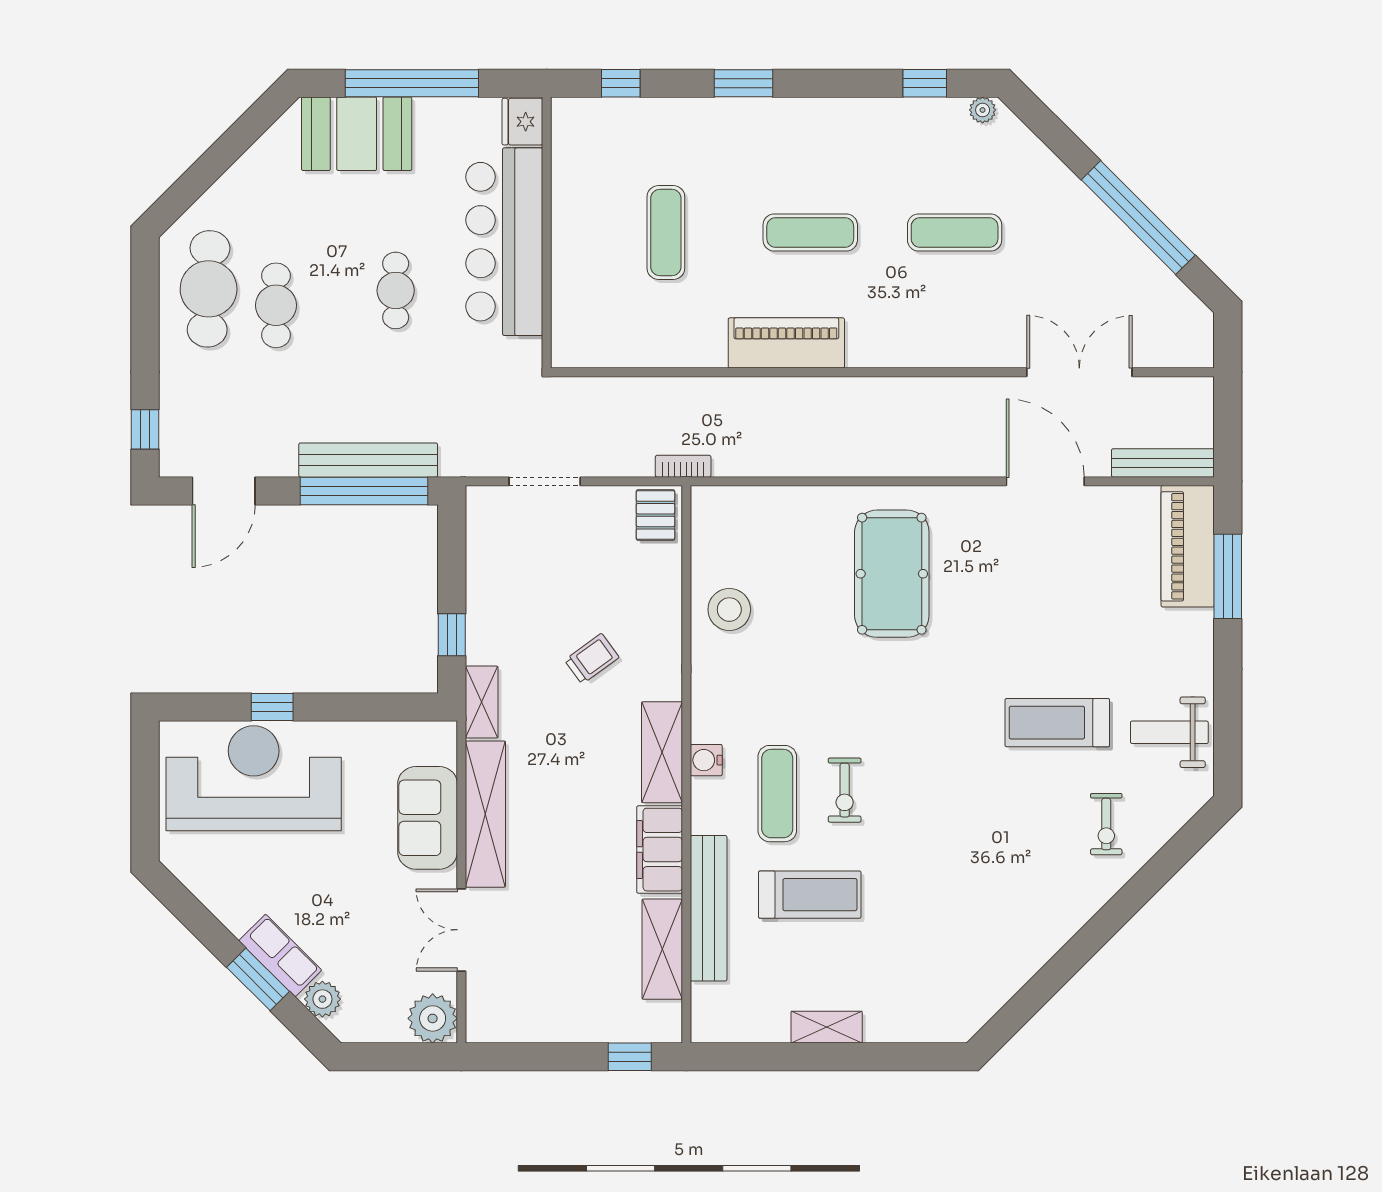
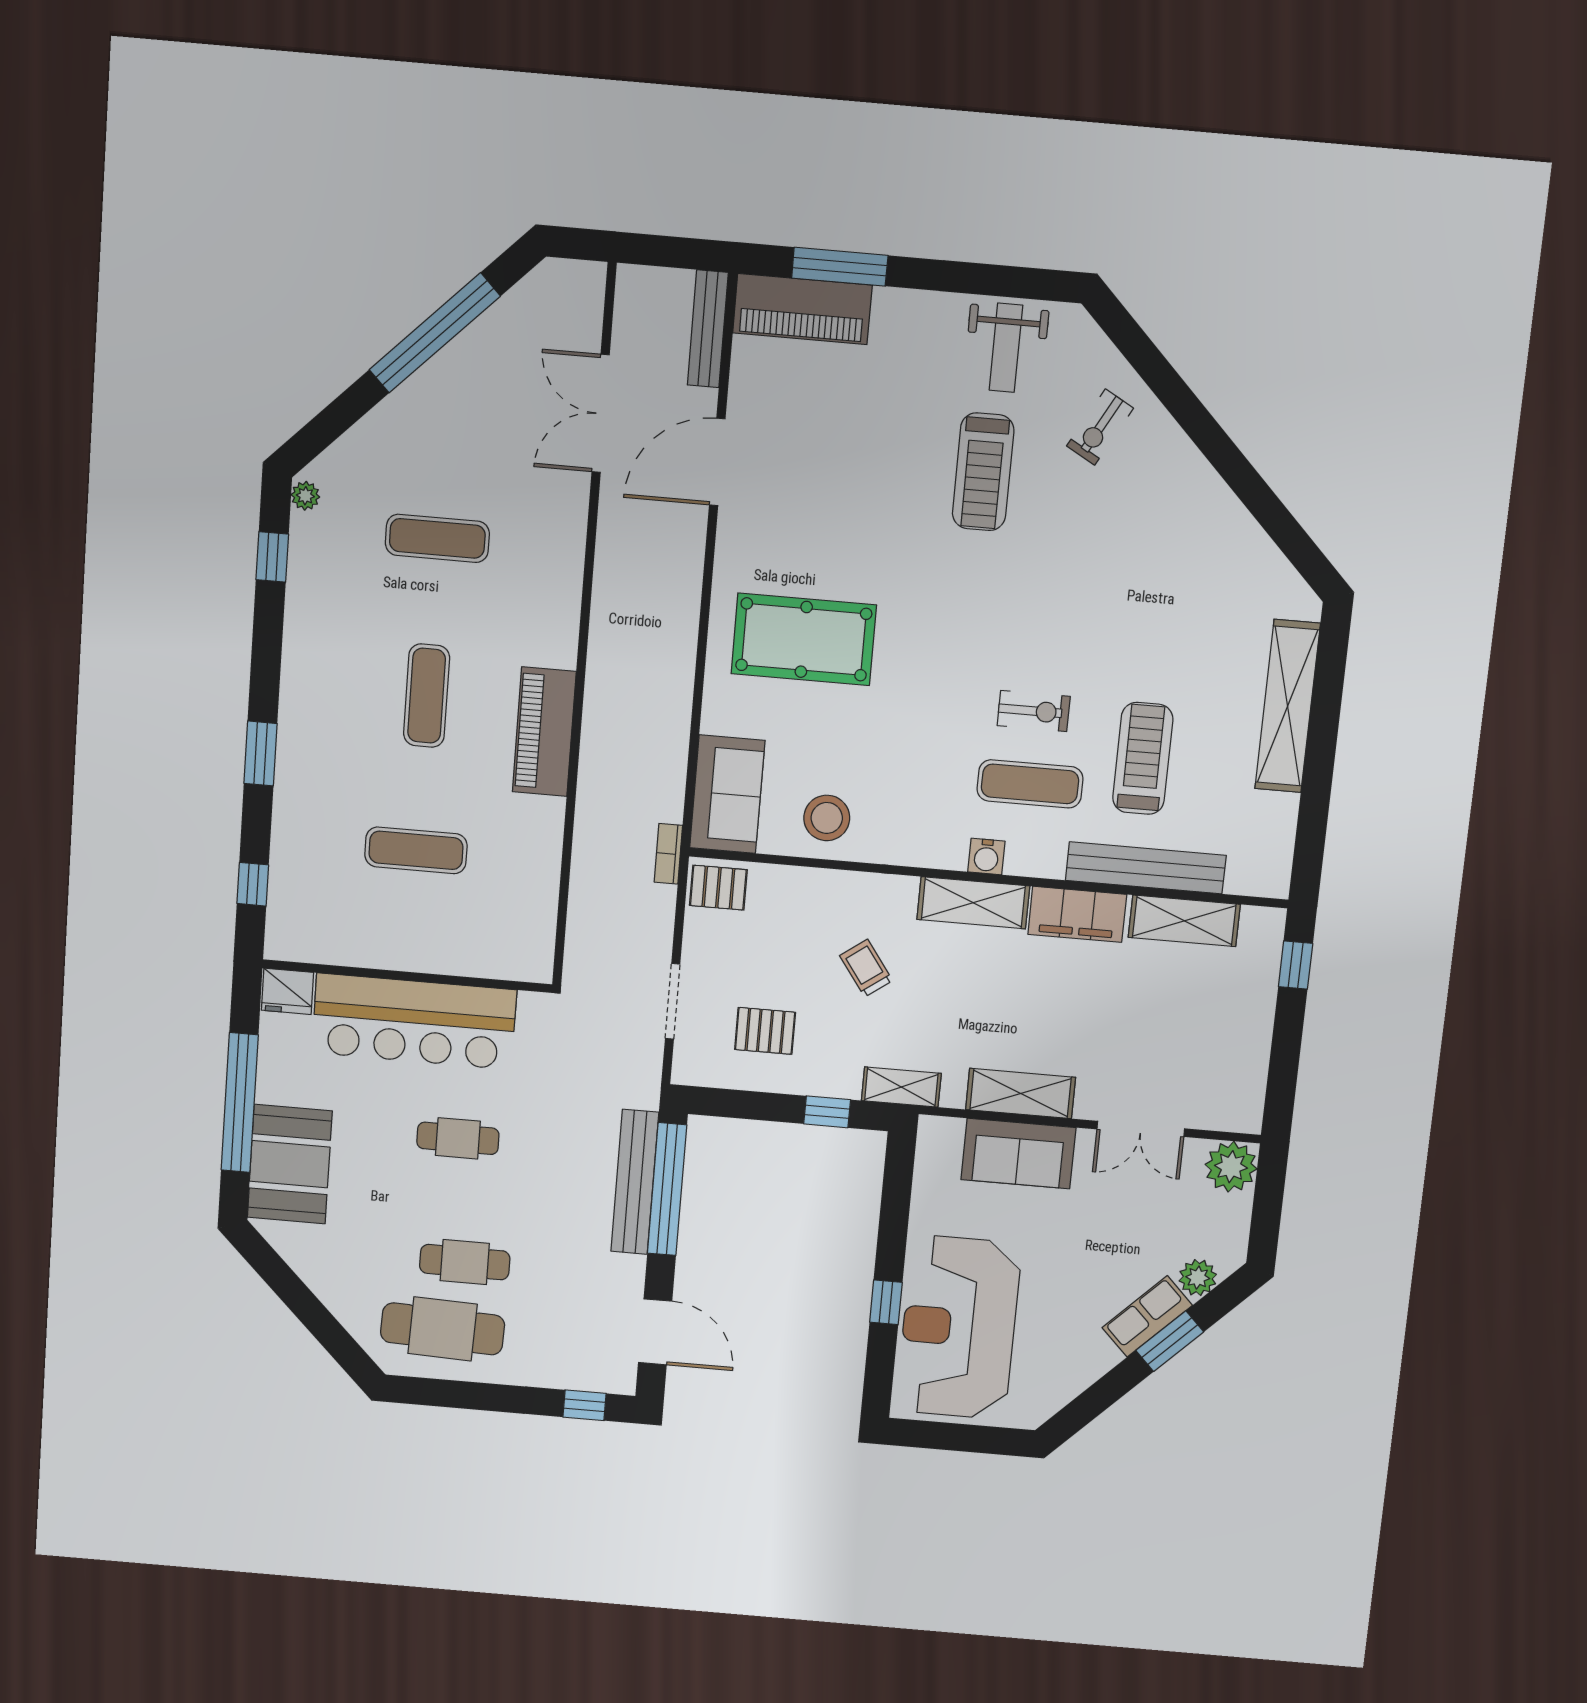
exercise mat: (955, 232) -> (437, 538), turned 90
sofa: (743, 516) -> (727, 794), added
pallet: (524, 570) -> (765, 1031), added
shelving: (485, 814) -> (1021, 1093), width x0.68
exercise bike: (1106, 824) -> (1100, 427), turned 119
shelving: (827, 1027) -> (1288, 706), width x2.20, depth x1.33

